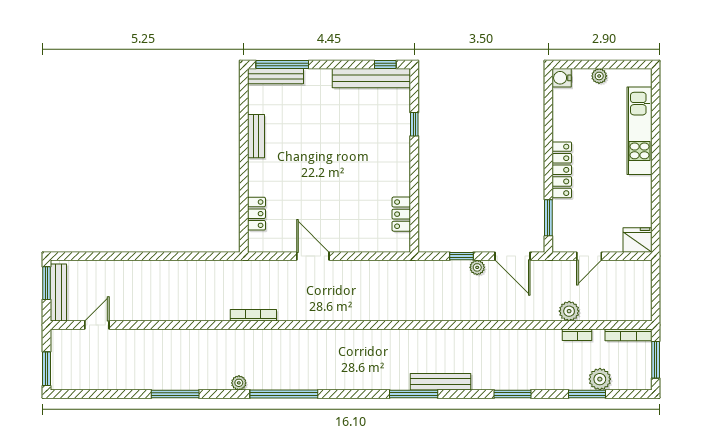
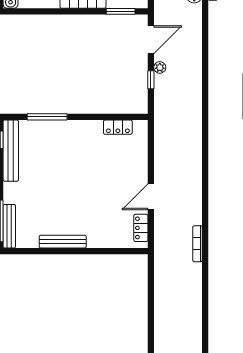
window: (414, 124) -> (47, 117), width x2.17
bench: (256, 136) -> (63, 242), width x1.36
locker: (256, 214) -> (141, 228), moved, turned -90

